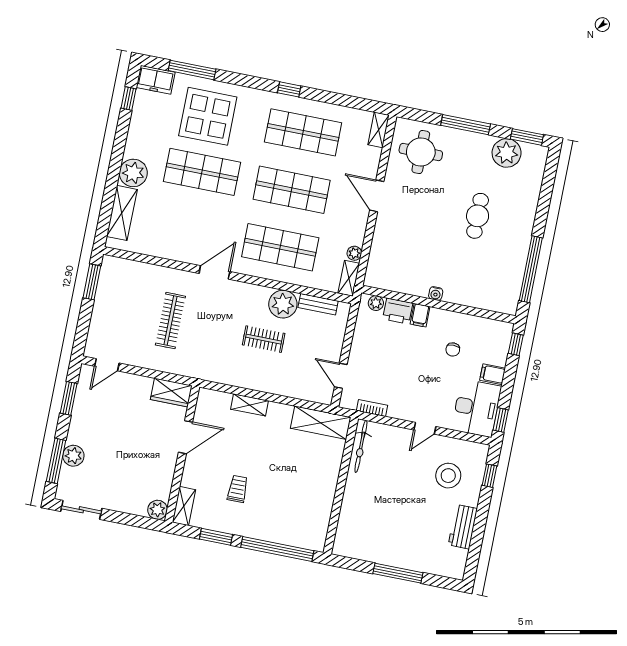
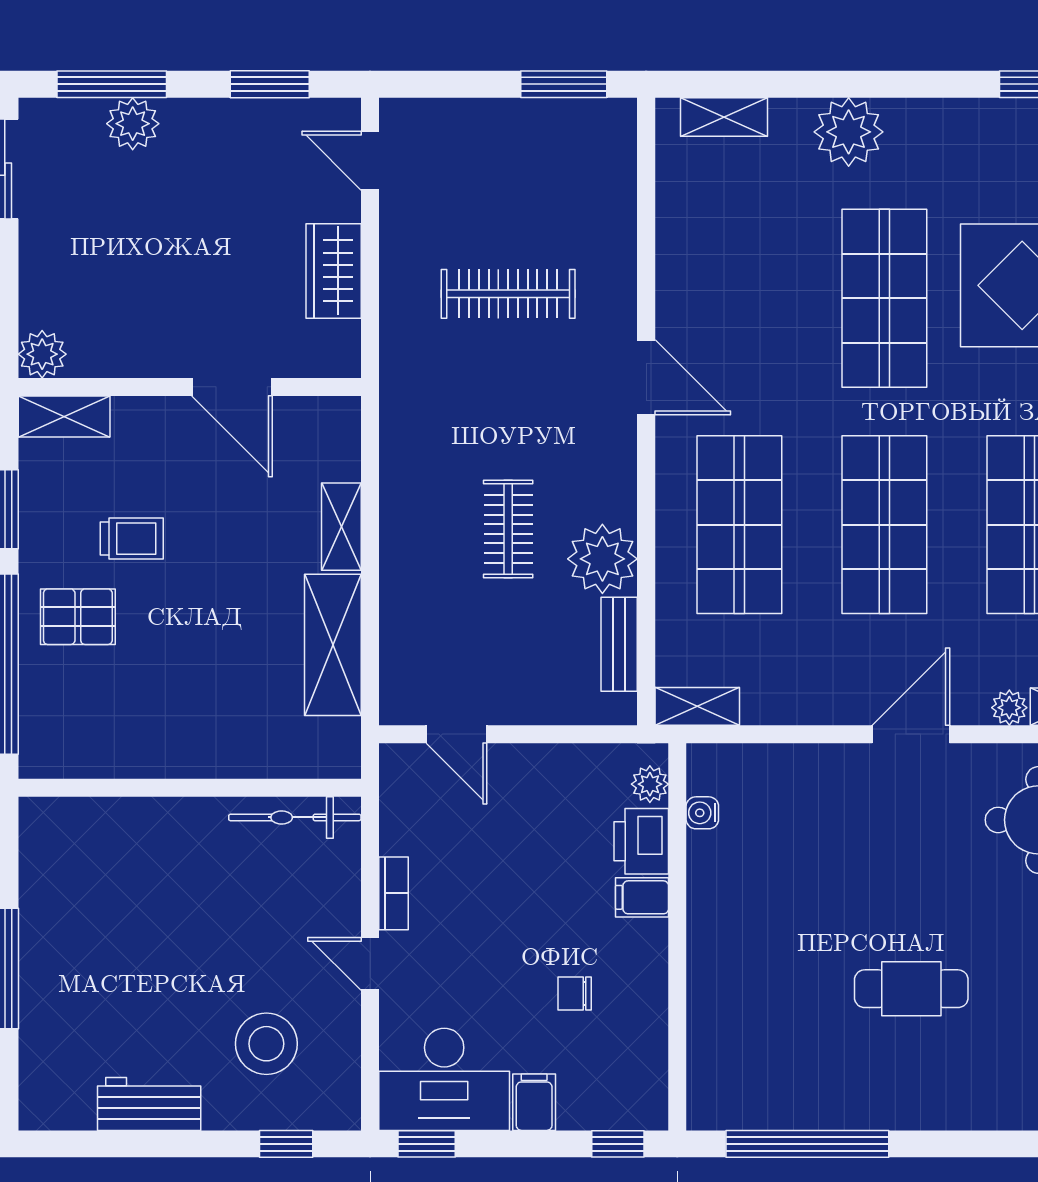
shelving: (122, 213) -> (724, 117), width x0.67, depth x0.75
plant: (354, 253) -> (1009, 708), moved
water cooler: (436, 294) -> (702, 813), moved
door: (341, 376) -> (457, 734), swing flipped
wardrobe: (171, 392) -> (334, 271), moved
bookcase: (372, 408) -> (394, 893), moved
shelving: (321, 423) -> (333, 645), moved
pallet: (264, 516) -> (78, 617), added

